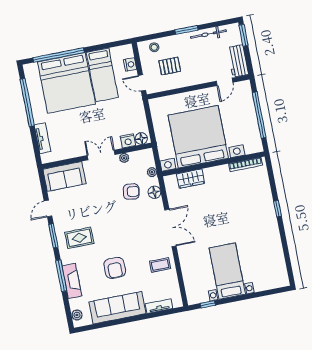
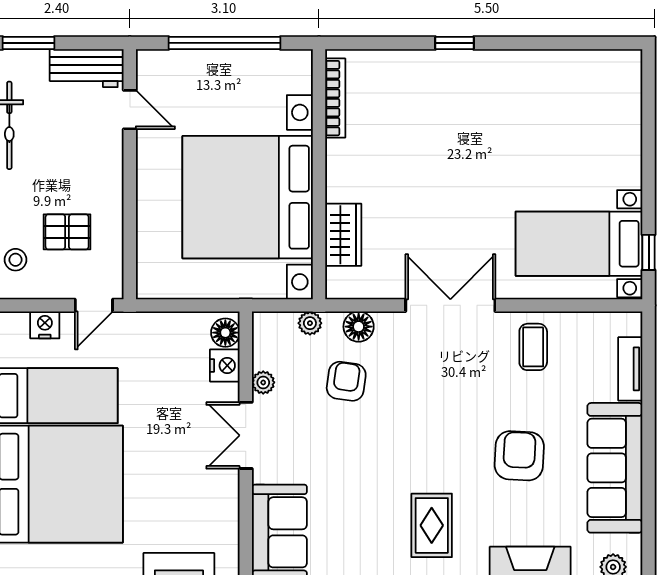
pallet: (170, 66) -> (67, 232), turned 90
armchair: (115, 268) -> (519, 456), turned -87
bed with nightstands: (227, 271) -> (579, 244), moved

